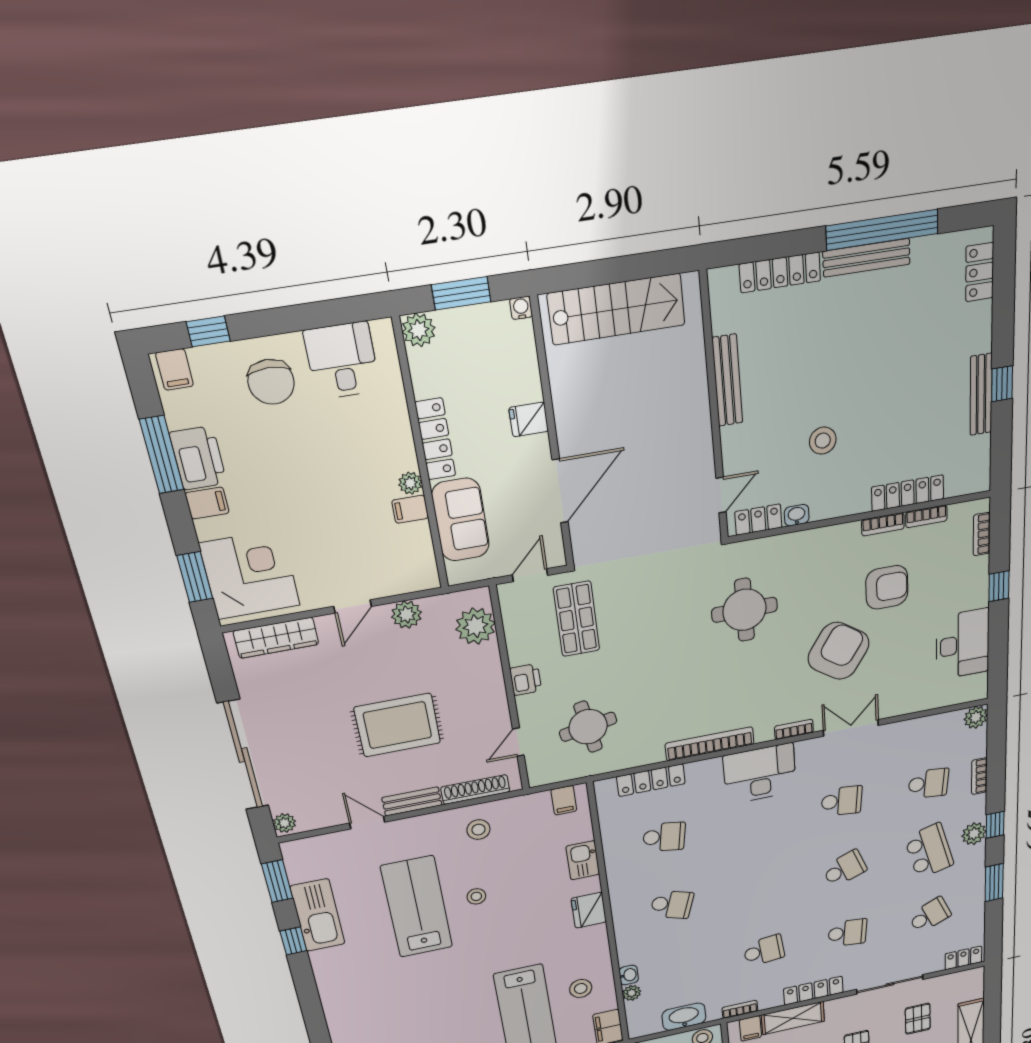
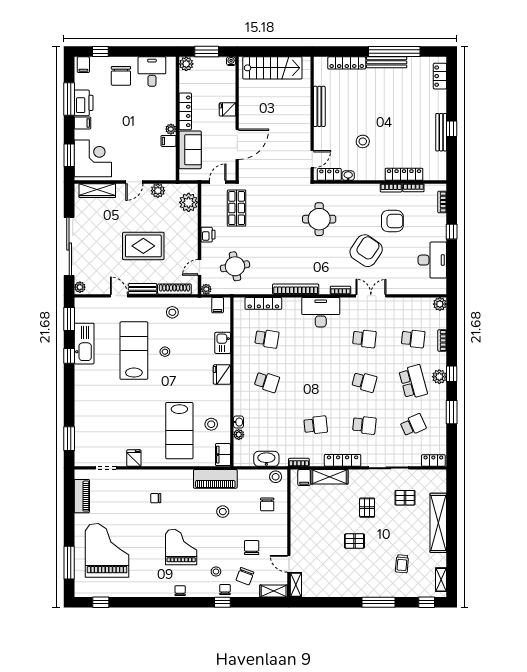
plant: (538, 777) -> (206, 289), added
school desk: (845, 869) -> (364, 382), turned 36
pallet: (918, 1019) -> (405, 498), turned 90

